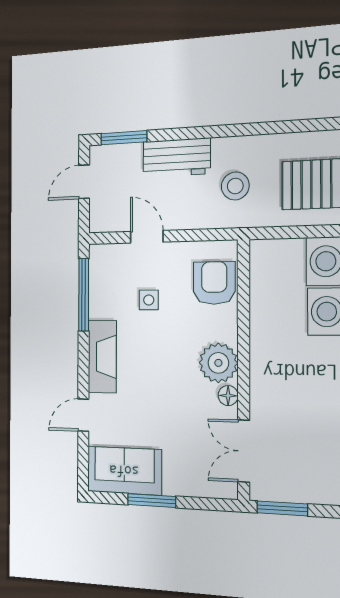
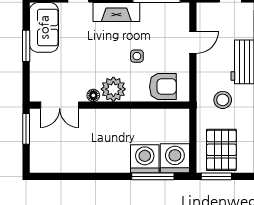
side table: (149, 300) -> (137, 56), moved
double door: (244, 451) -> (60, 105), swing flipped

